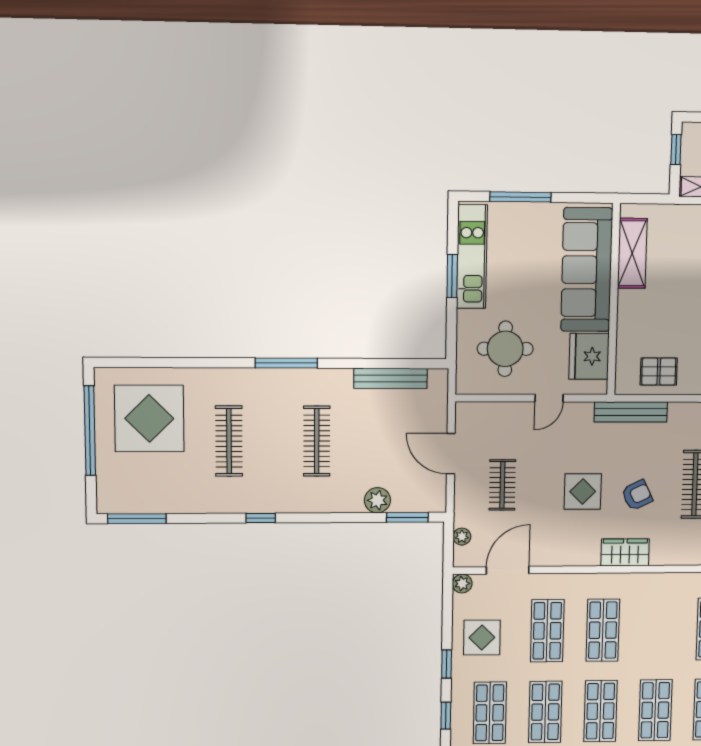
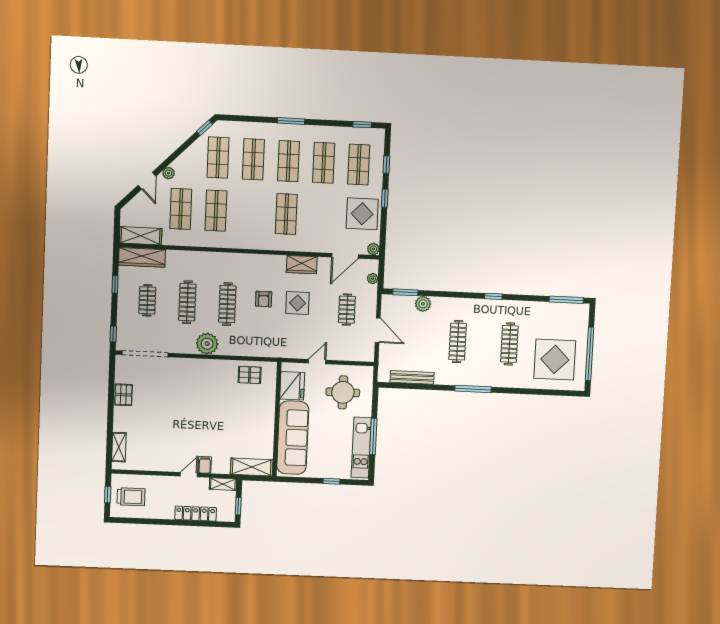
window: (520, 197) -> (331, 481), width x0.46
shelving: (632, 253) -> (252, 467), moved, turned 90
window: (452, 276) -> (373, 437), width x1.44
bench: (631, 412) -> (267, 351), removed
armchair: (637, 495) -> (264, 299), turned -64
wardrobe: (625, 552) -> (302, 265), moved
shop shelf: (547, 631) -> (321, 216), removed
display table: (482, 638) -> (362, 214), width x1.36, depth x1.36

